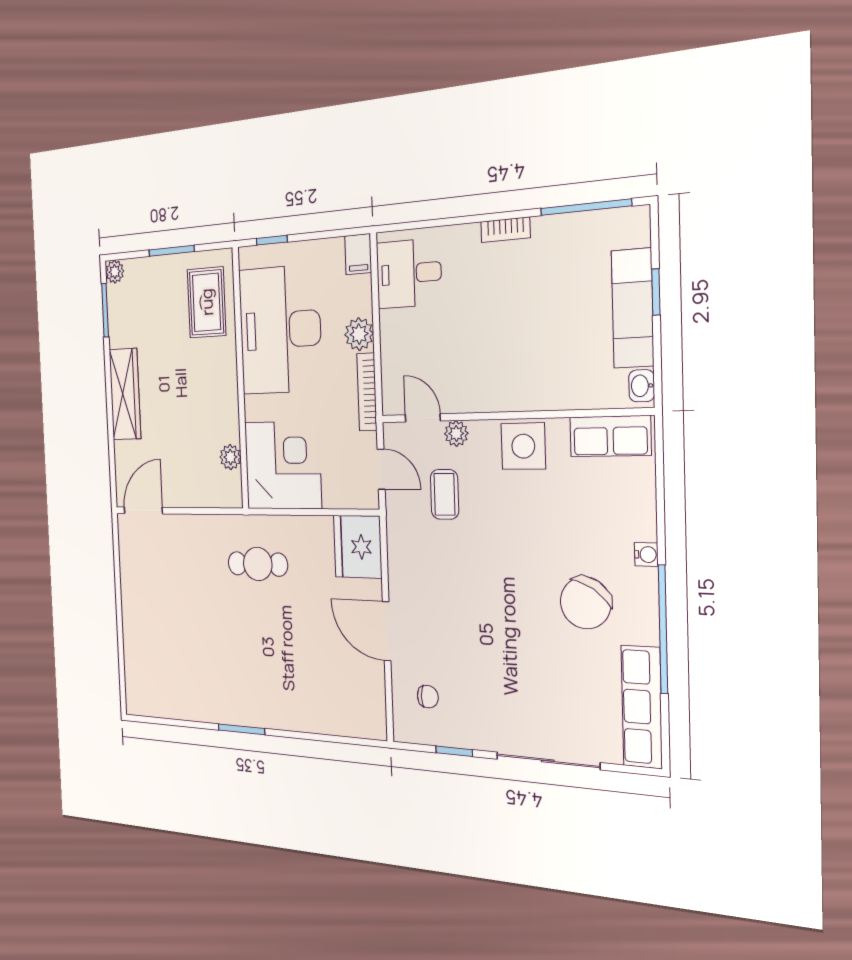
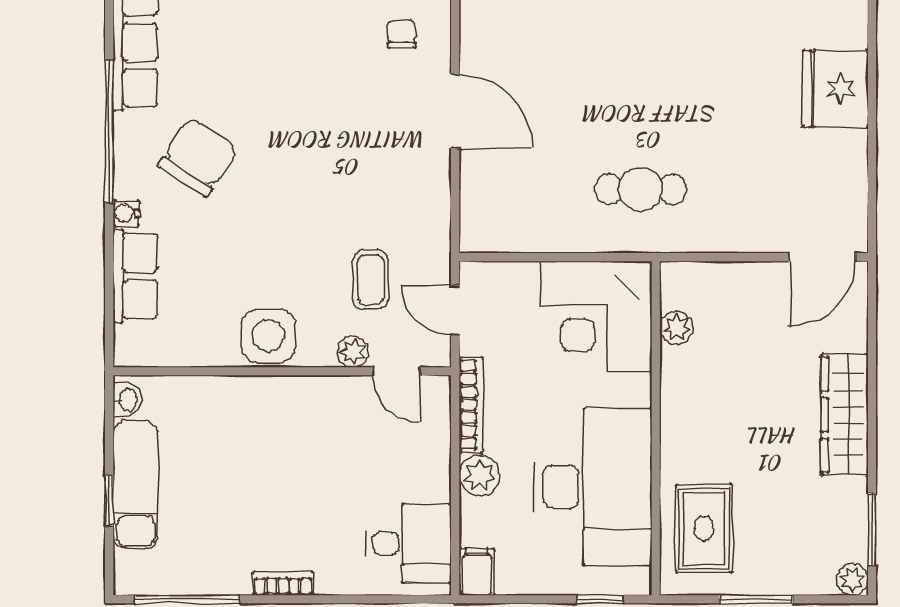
row of seats: (610, 436) -> (135, 276), moved, turned 90
fridge: (358, 547) -> (835, 89), moved, turned 180
chair: (428, 697) -> (402, 34), turned 90

